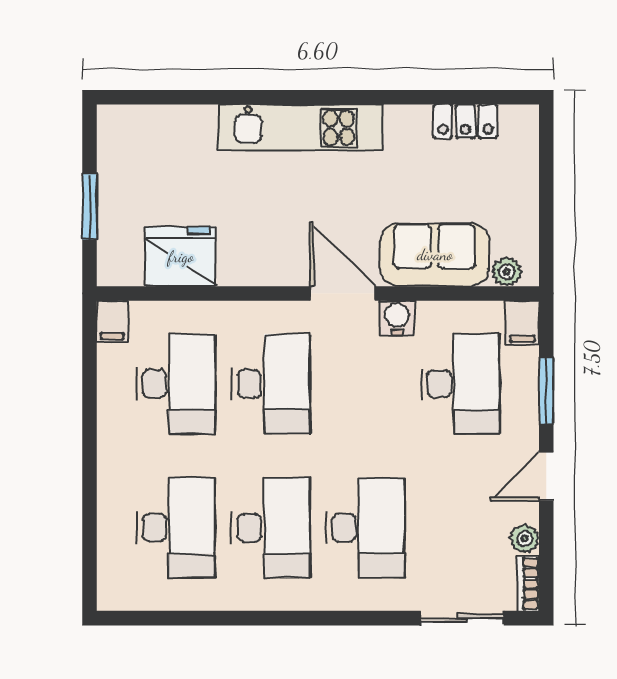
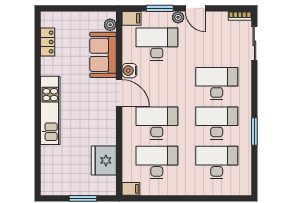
door: (343, 293) -> (119, 93), swing flipped
plant: (525, 539) -> (178, 17), moved
window: (250, 618) -> (254, 131), added

